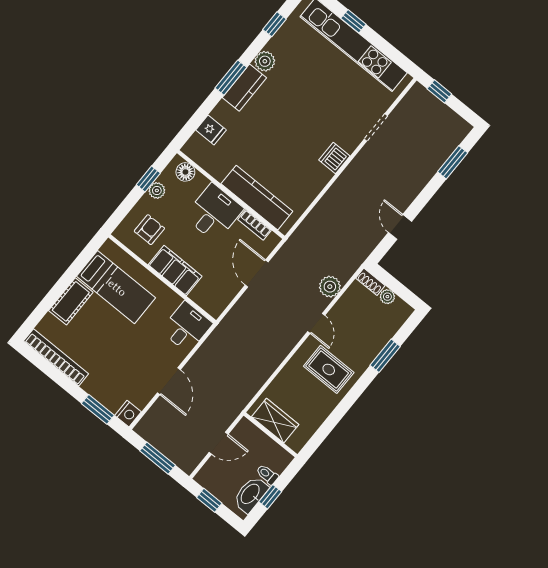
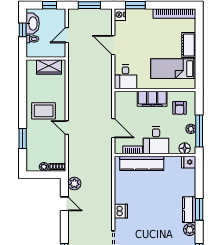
fridge: (211, 130) -> (189, 162), moved
window: (148, 179) -> (199, 131), width x2.17
plant: (330, 287) -> (74, 184), moved

